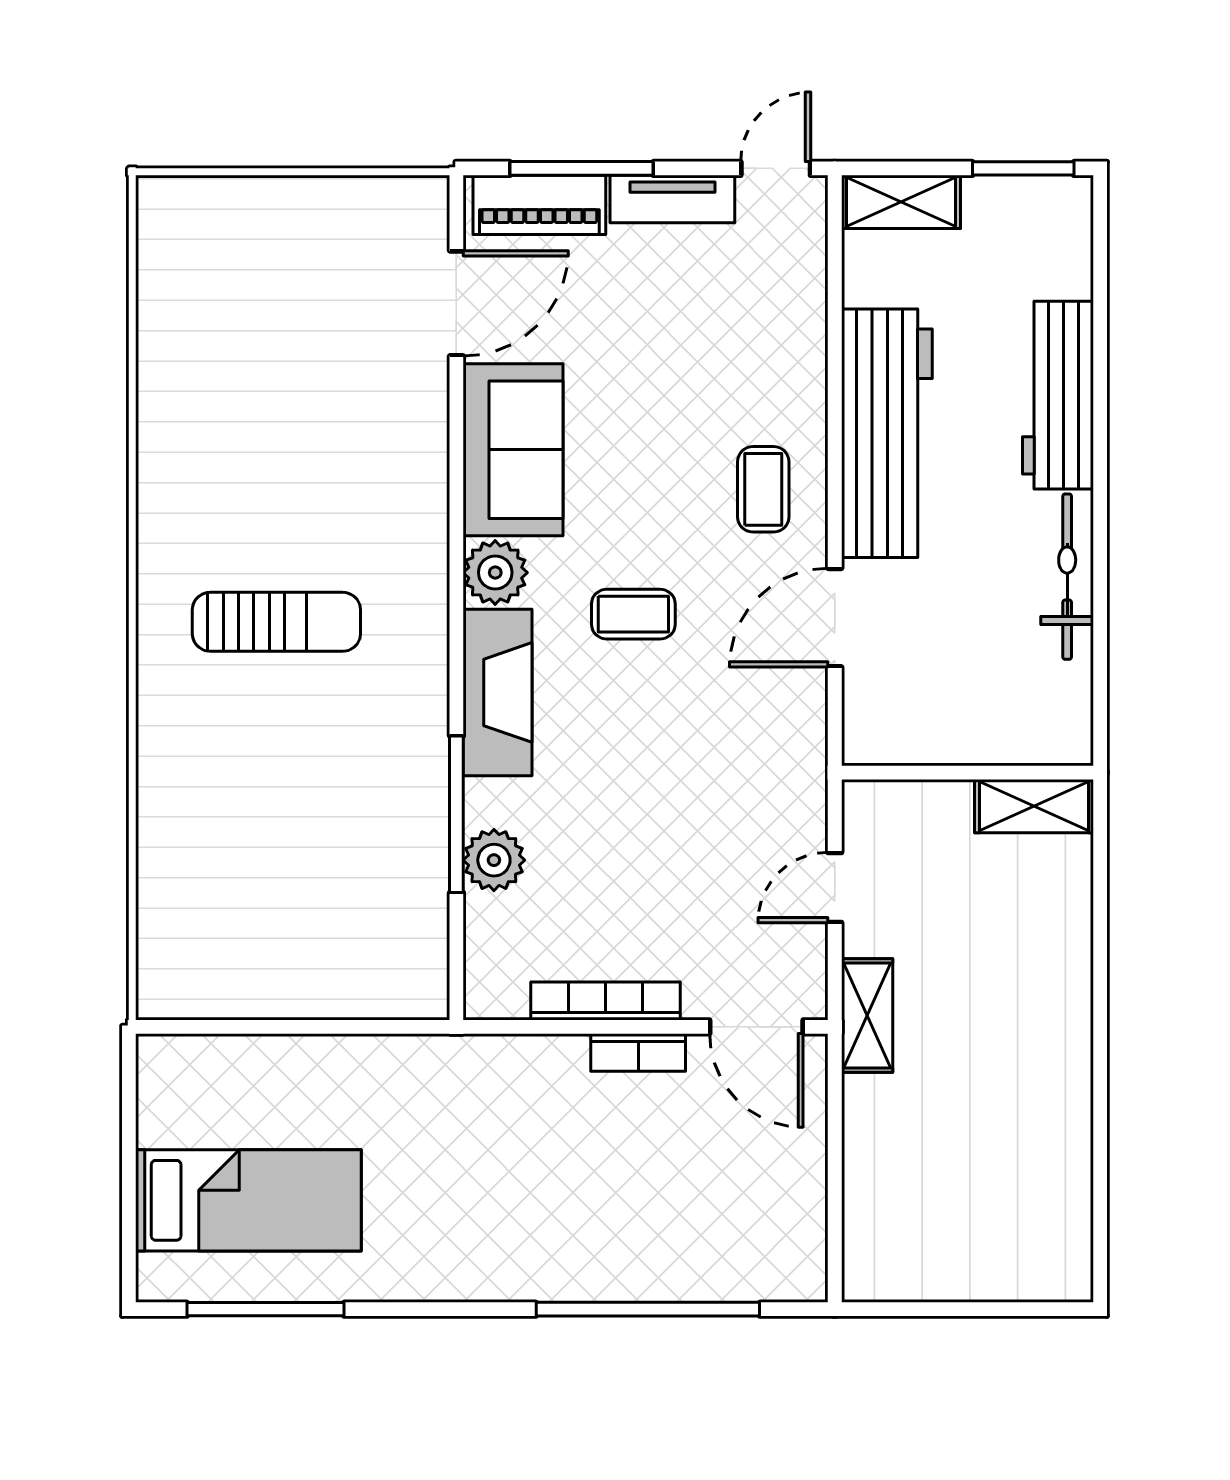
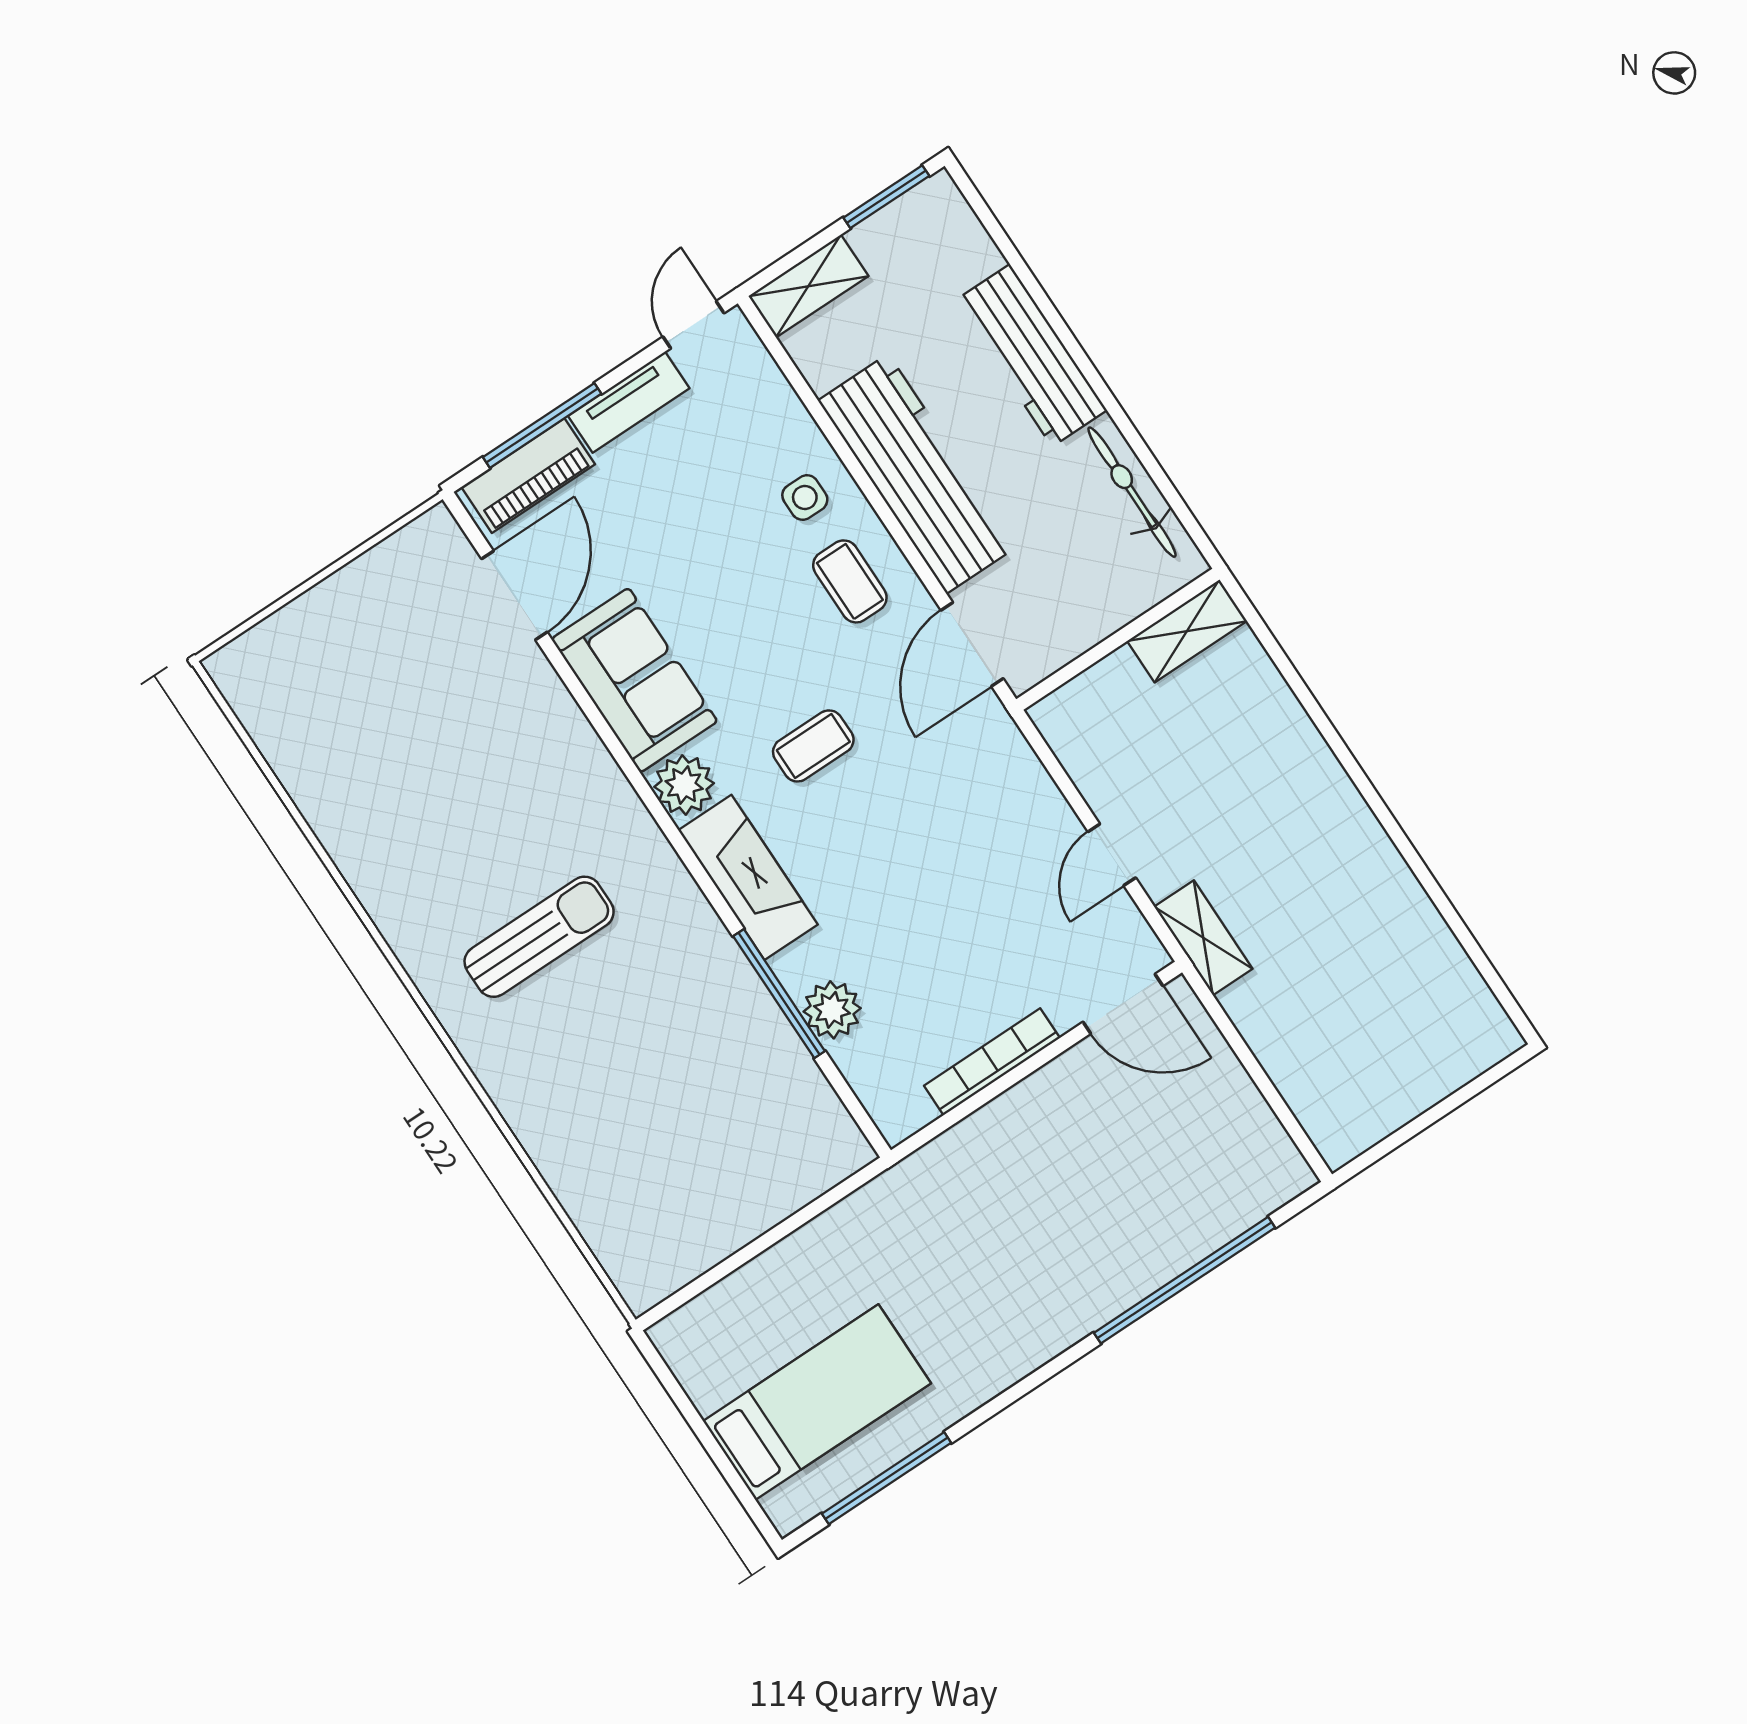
side table: (773, 388) -> (805, 498), added
wall: (967, 773) -> (1118, 639), moved
shelving: (1034, 806) -> (1187, 631), moved
bookcase: (638, 1053) -> (1044, 1085), removed

